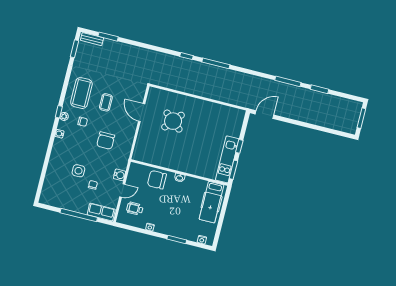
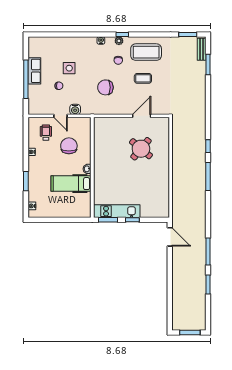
chair: (157, 180) -> (69, 146), moved
hospital bed: (212, 202) -> (71, 184), moved
row of seats: (101, 212) -> (34, 71), moved

